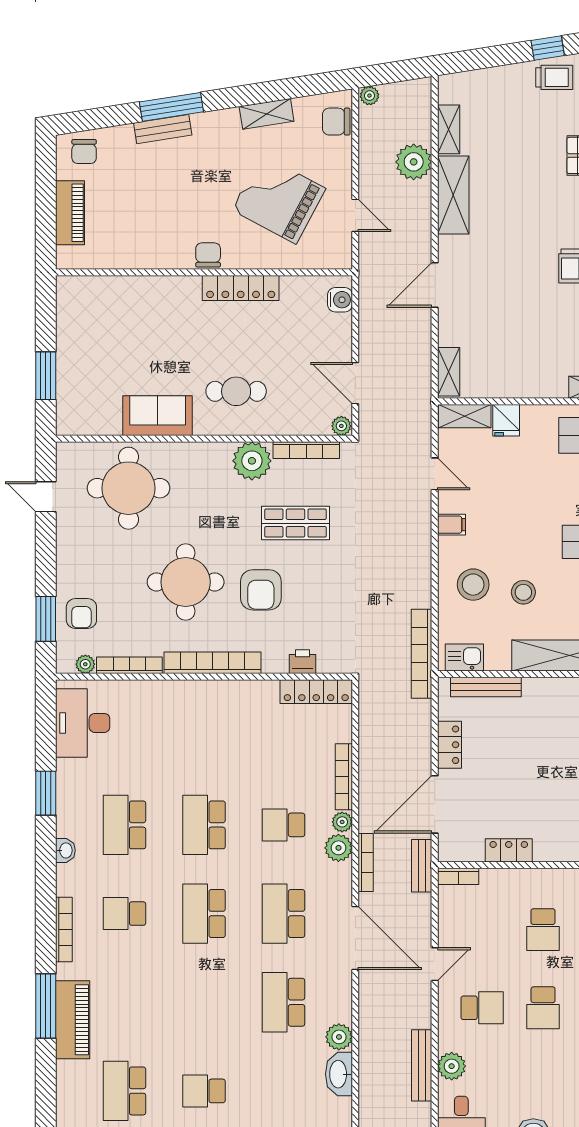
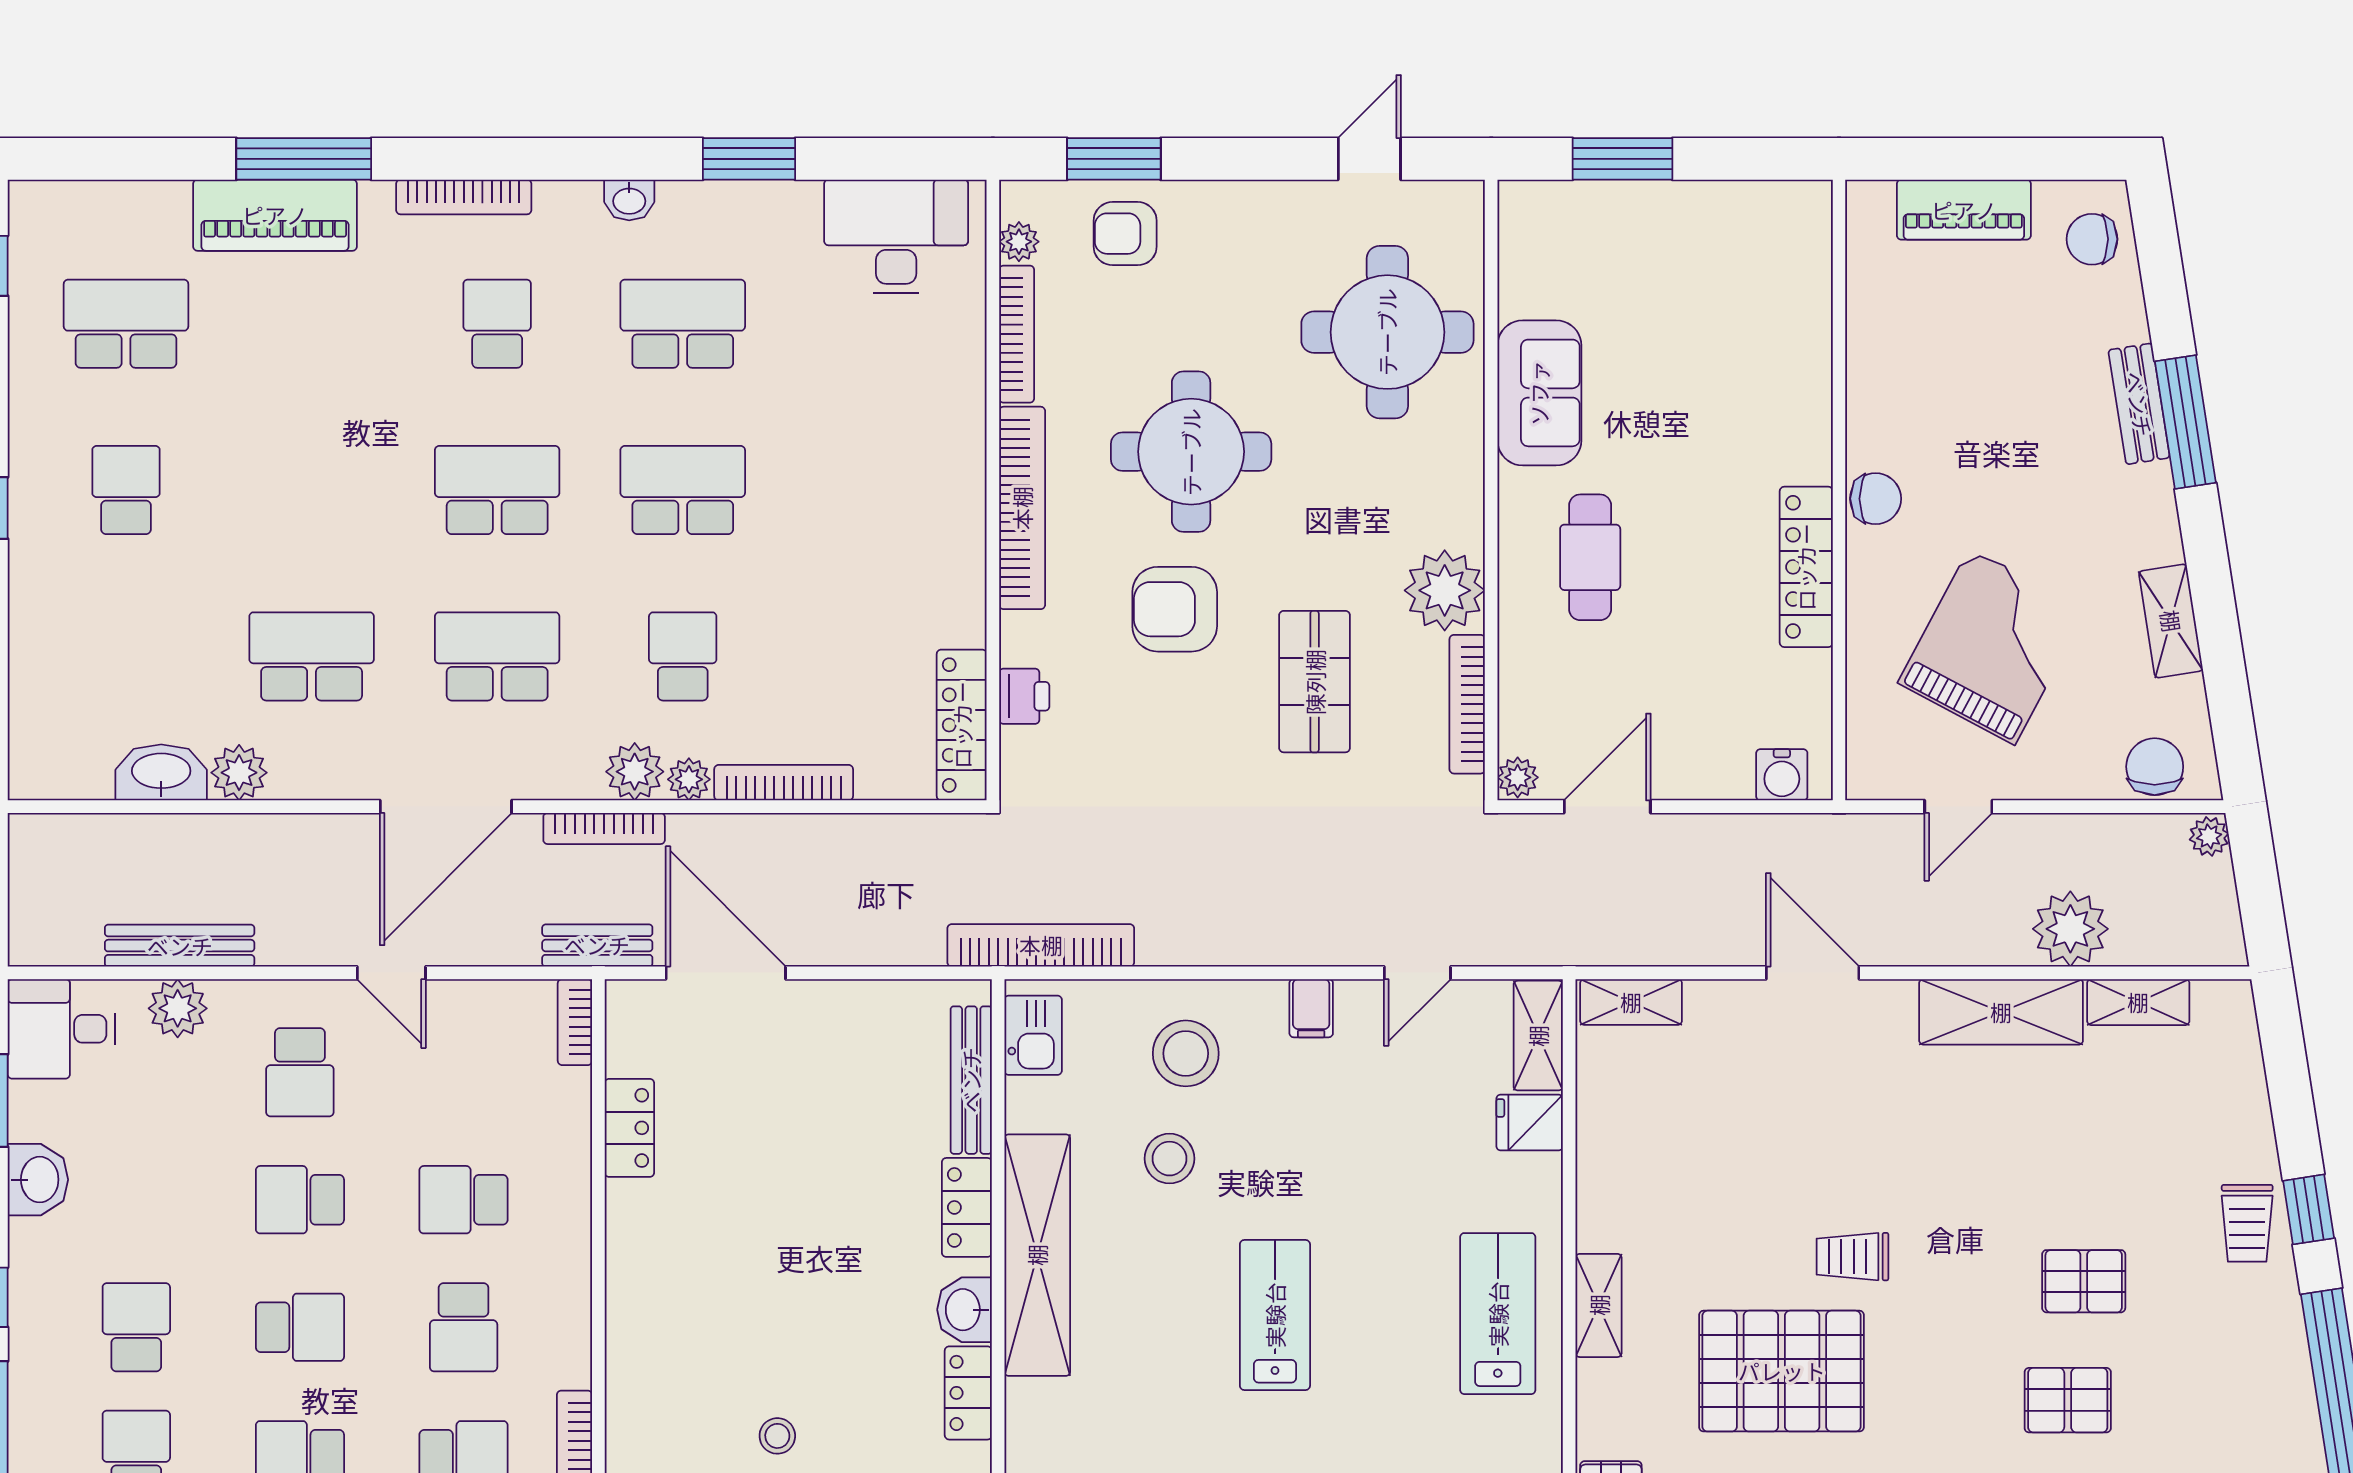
locker: (450, 745) -> (967, 1207), moved, turned 90

